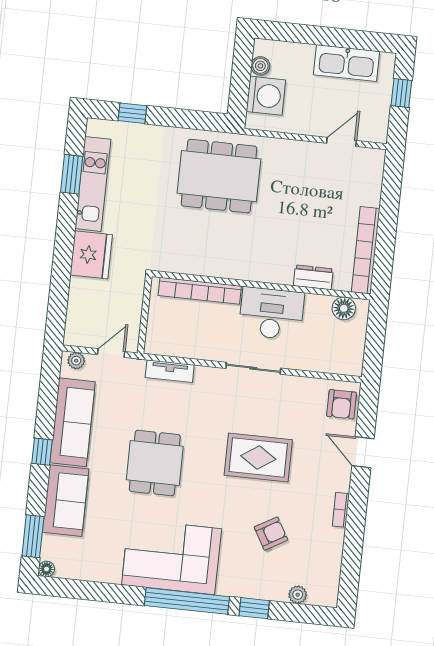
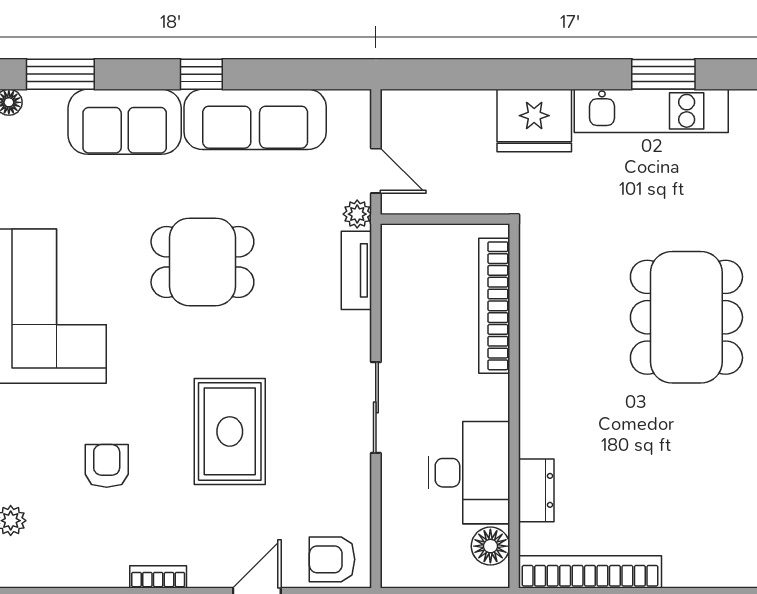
desk: (271, 313) -> (469, 473), moved
plant: (76, 361) -> (357, 214), moved
armchair: (271, 534) -> (107, 466), turned -150

